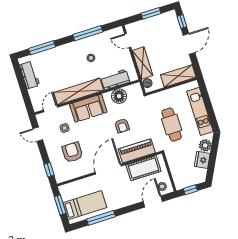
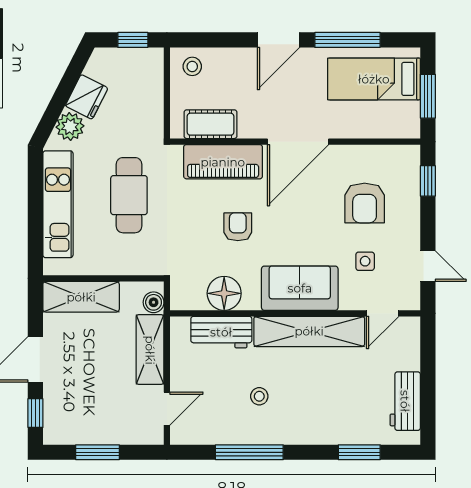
door: (128, 41) -> (167, 409), hinge flipped
window: (42, 48) -> (359, 452), width x0.69
cot: (144, 168) -> (210, 124), width x0.73, depth x0.75
door: (153, 202) -> (278, 40), moved

